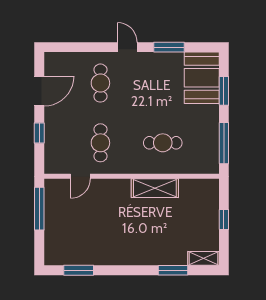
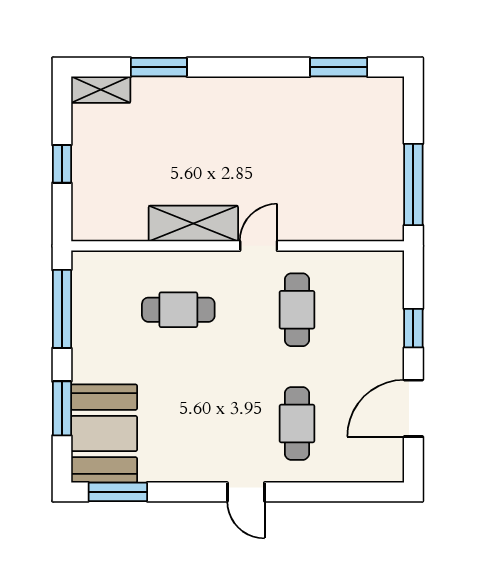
window: (169, 47) -> (118, 492), moved
door: (80, 176) -> (259, 246), moved

